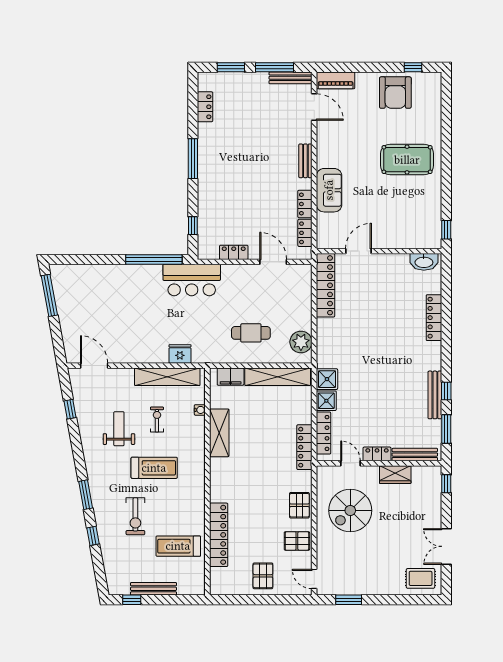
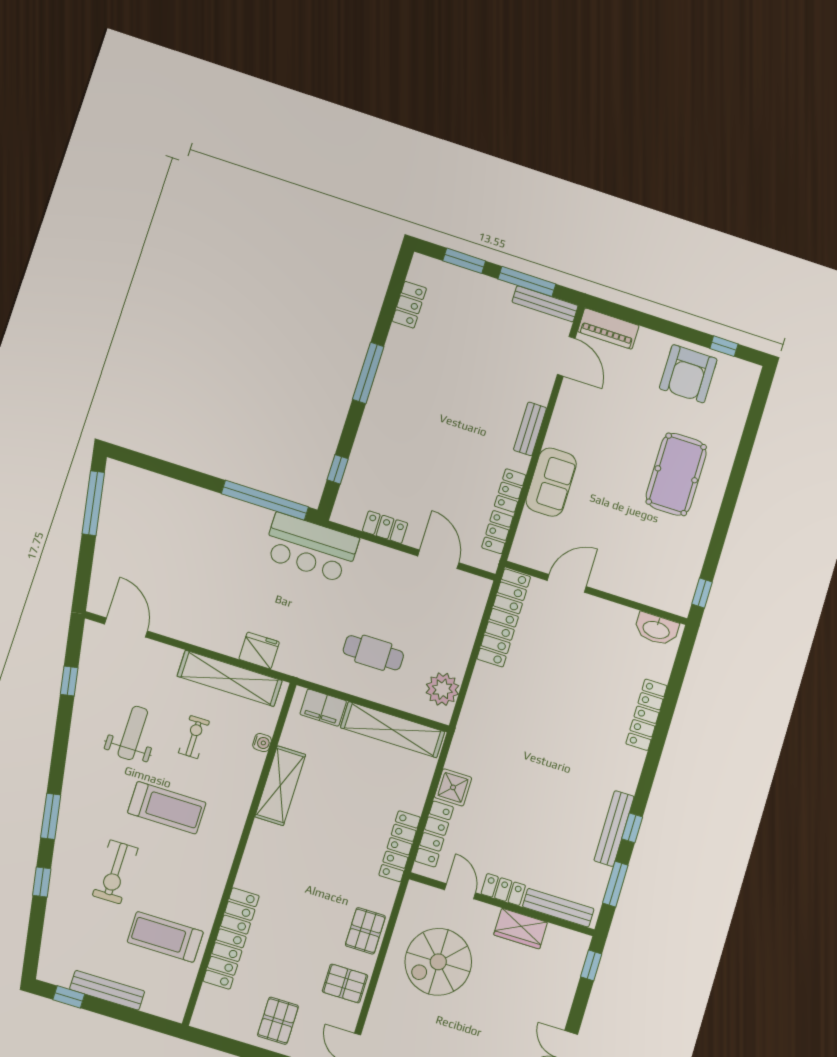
pool table: (407, 160) -> (676, 474), turned 90
shower: (327, 379) -> (464, 756), removed

